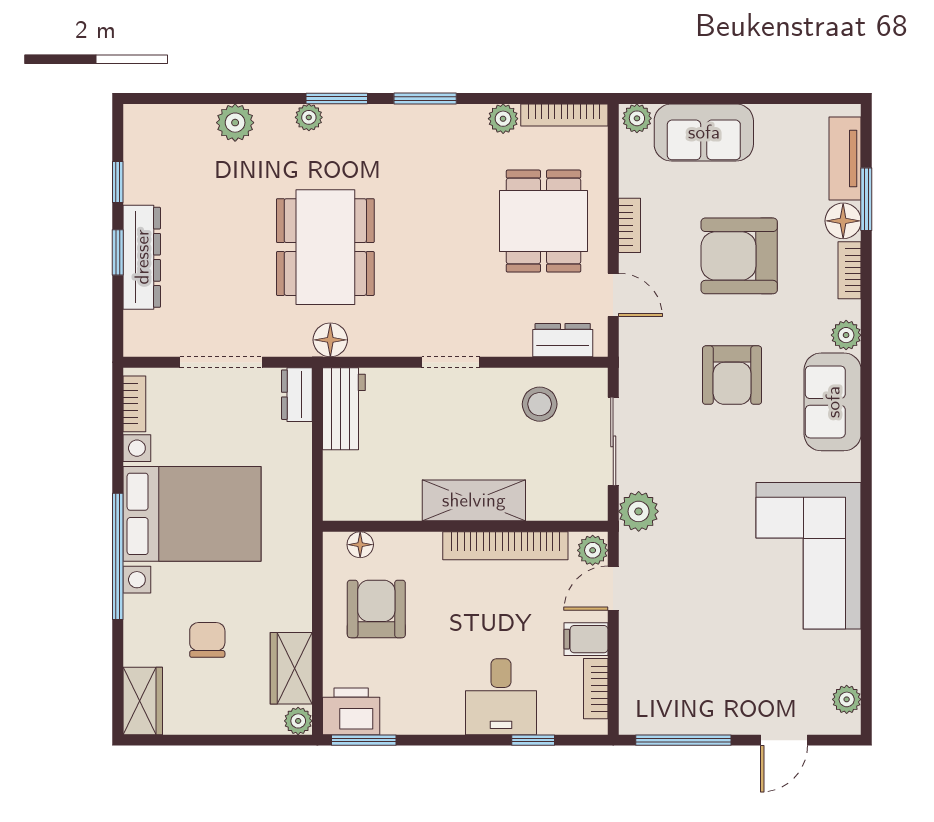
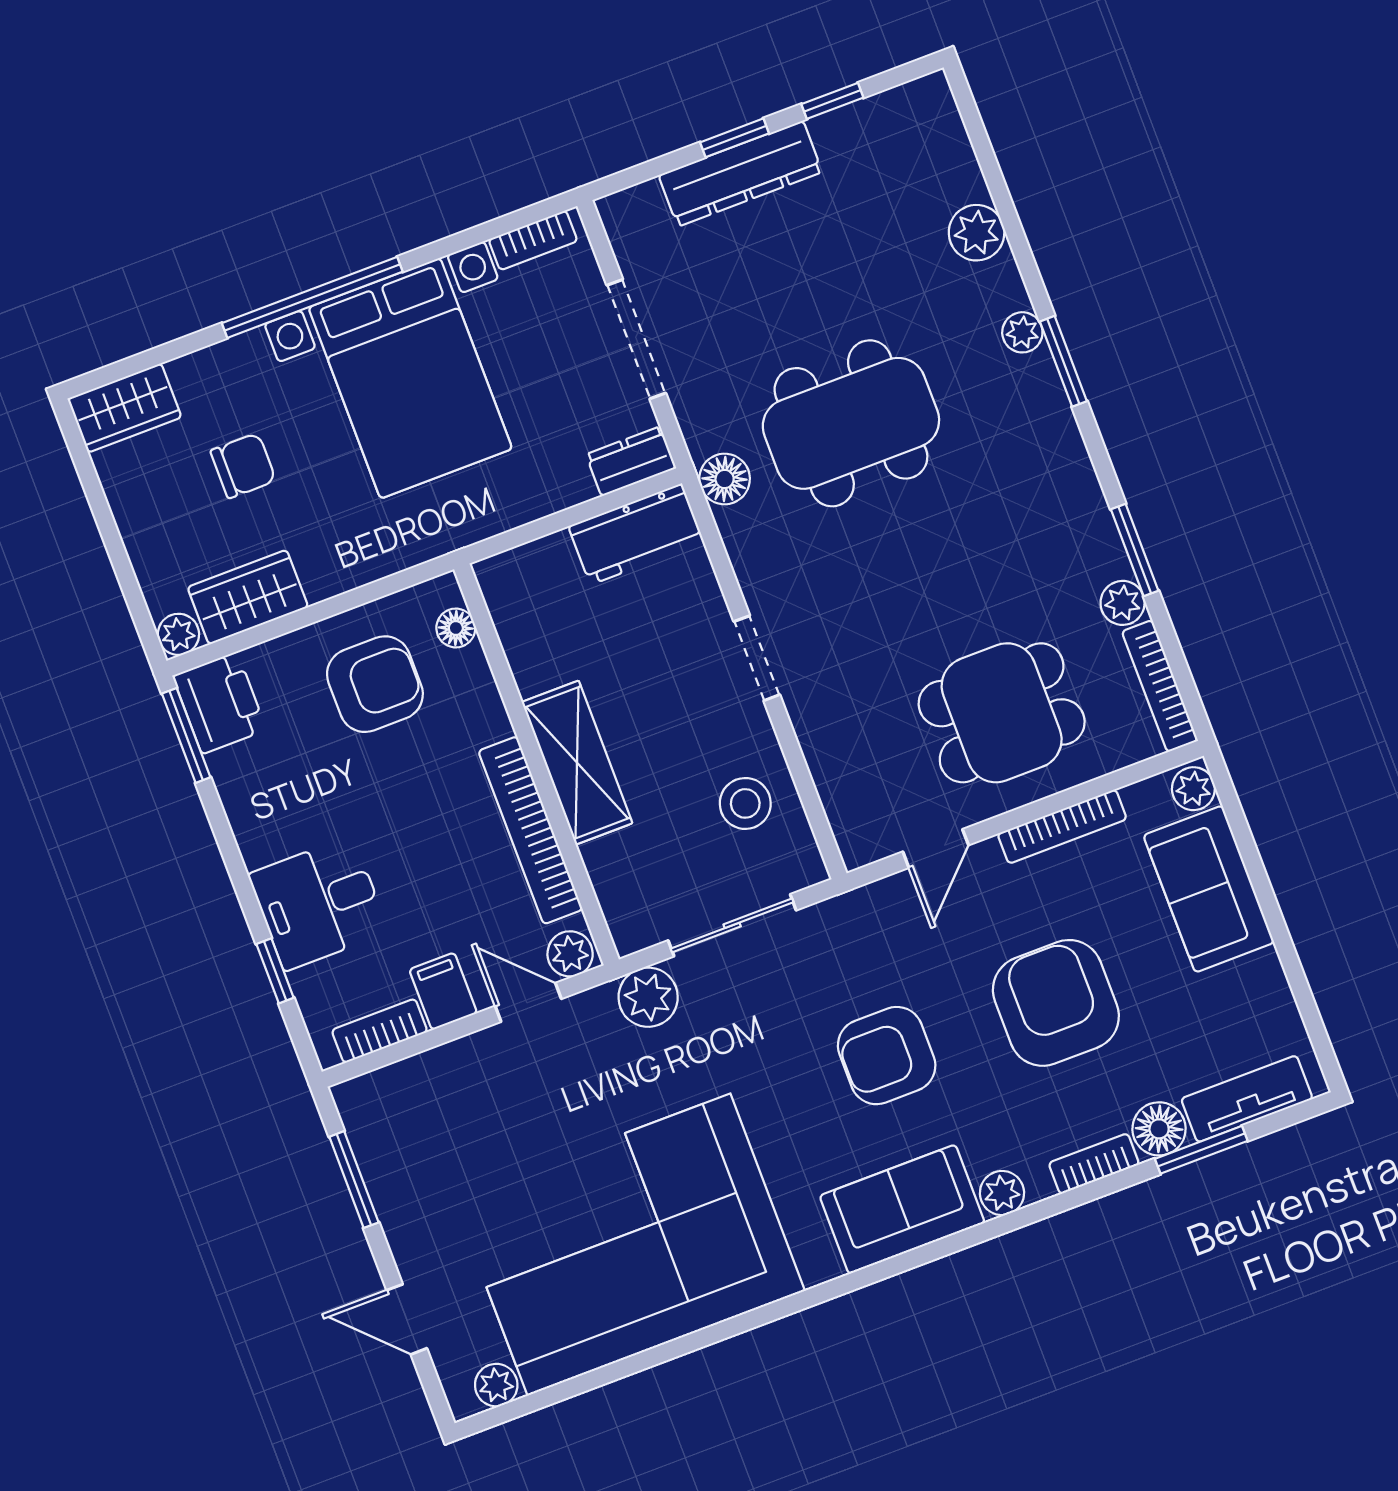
window: (425, 99) -> (1135, 550), moved
bookcase: (630, 225) -> (1062, 826), width x1.56
dresser: (563, 340) -> (846, 802), removed
corner sofa: (809, 556) -> (629, 1245), width x1.36, depth x1.36
window: (683, 740) -> (354, 1180), width x0.69

